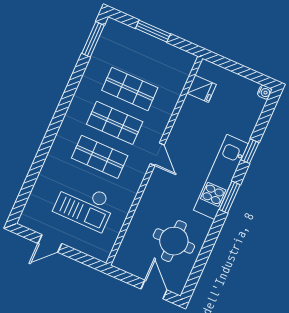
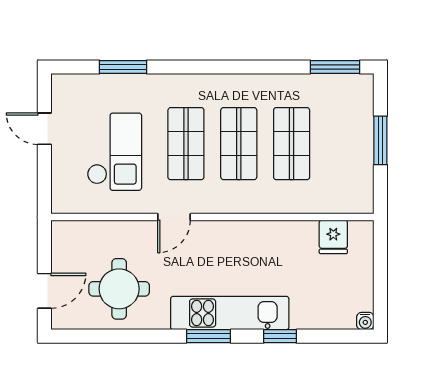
door: (157, 154) -> (174, 217), moved
window: (33, 175) -> (123, 67), added
checkout: (85, 205) -> (114, 152), turned 180

